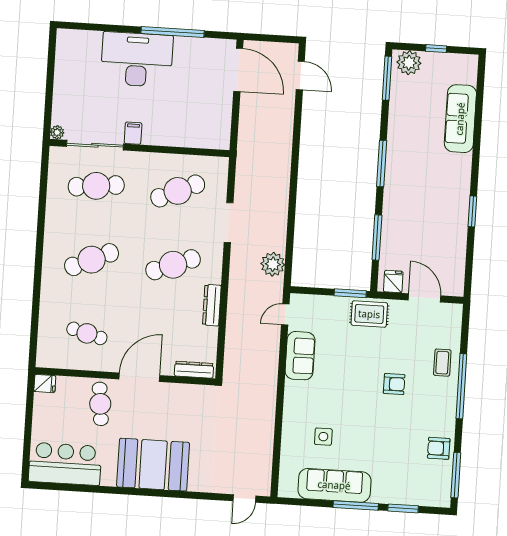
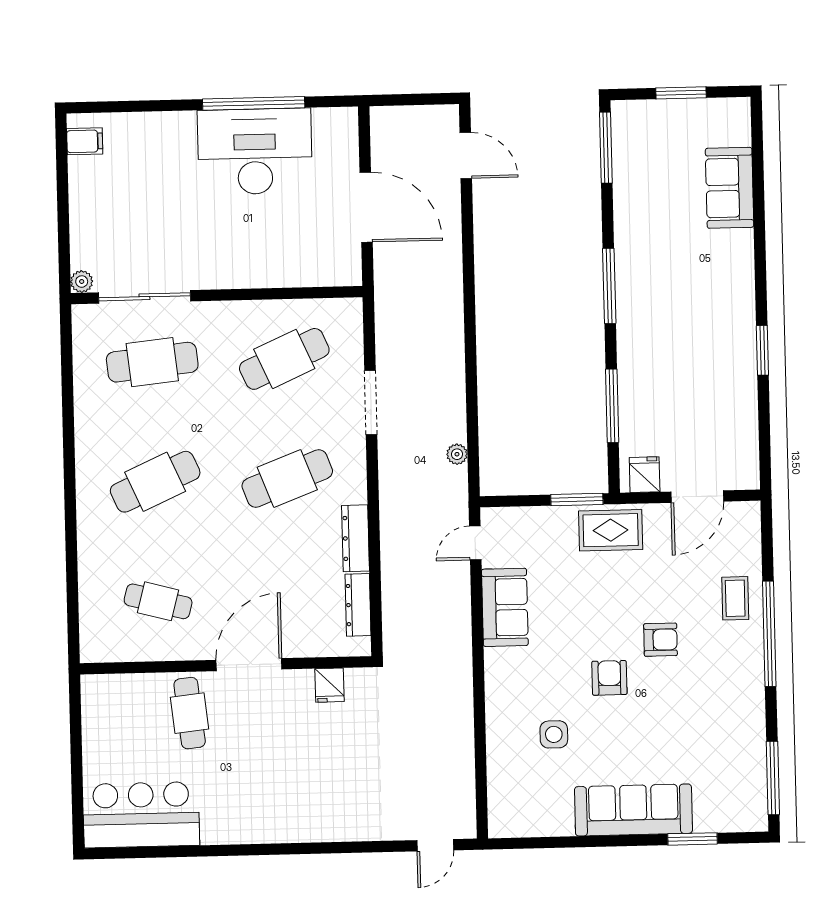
window: (436, 49) -> (681, 93), width x1.50
desk: (137, 60) -> (255, 151), moved
plant: (409, 63) -> (639, 119), removed
door: (238, 70) -> (366, 207), moved
sofa: (460, 119) -> (730, 188), width x0.73
filing cabinet: (133, 133) -> (85, 141), moved, turned 90
plant: (273, 264) -> (457, 454), width x0.53, depth x0.53
door: (424, 298) -> (697, 497), swing flipped
dresser: (194, 370) -> (358, 605), moved, turned -90
fridge: (45, 384) -> (329, 685), moved, turned 90
armchair: (439, 448) -> (609, 678), moved, turned 90
booth: (153, 465) -> (283, 804), removed
sofa: (334, 485) -> (633, 810), moved
window: (356, 505) -> (616, 841), removed

